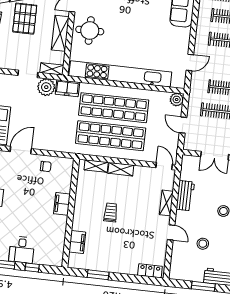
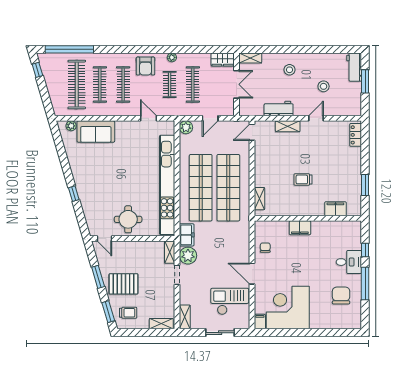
shelving: (60, 33) -> (134, 248), removed
shelving: (121, 169) -> (260, 174), removed

